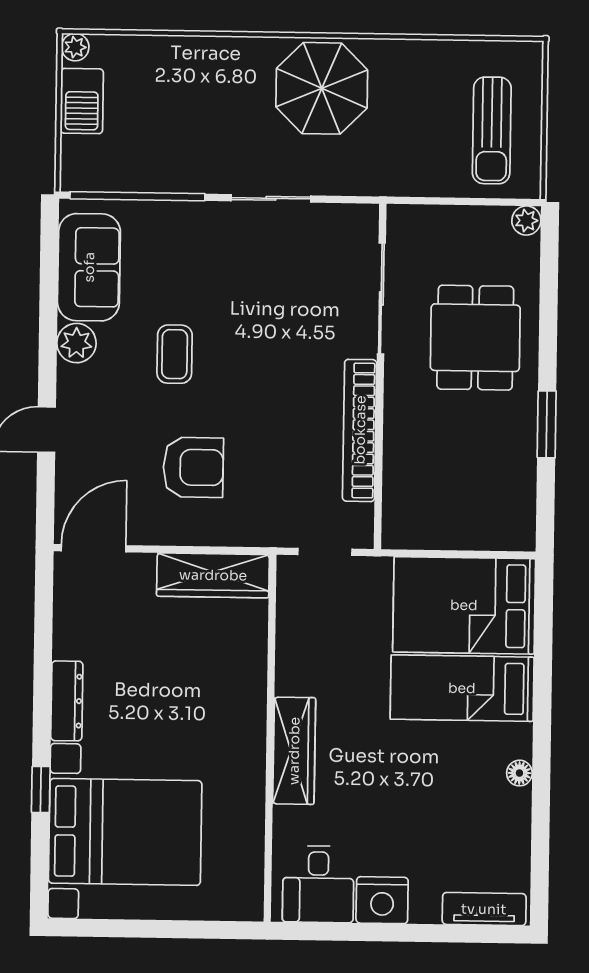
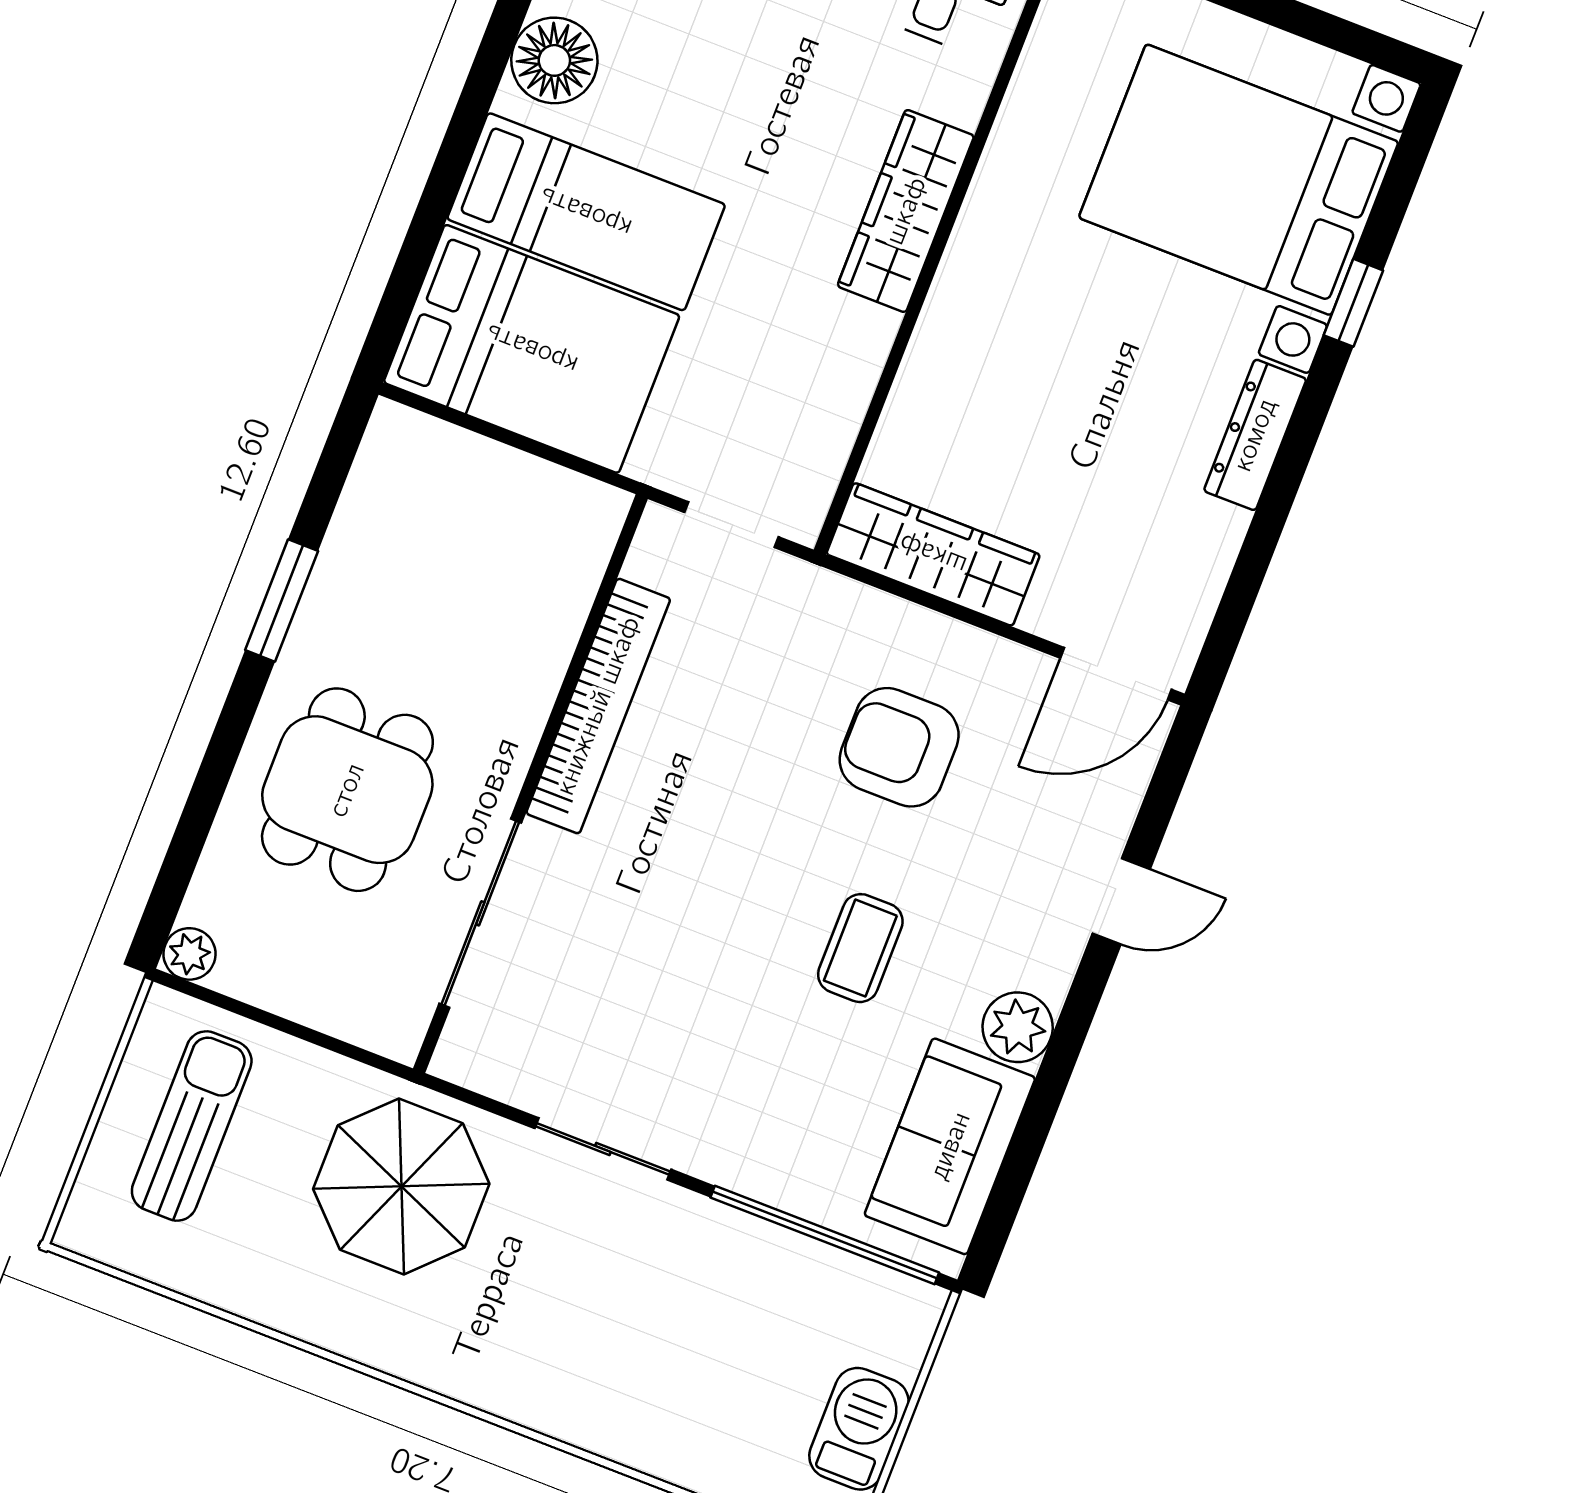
parasol: (322, 88) -> (401, 1186), moved
floor lamp: (519, 773) -> (554, 60), width x1.89, depth x1.89

